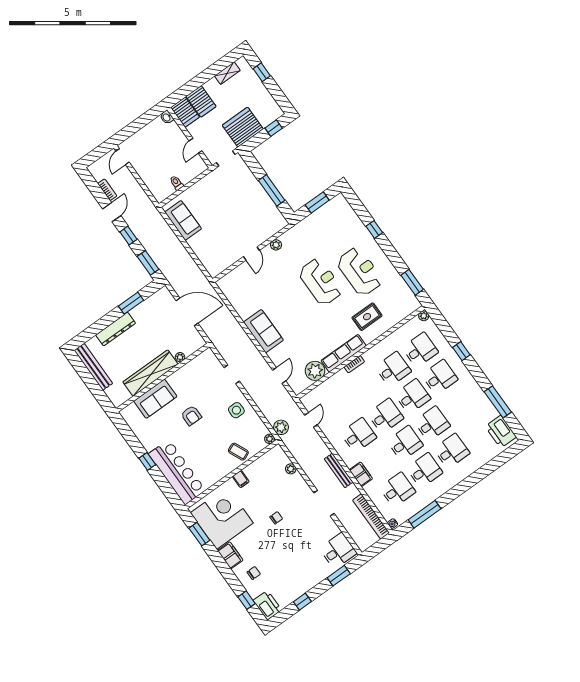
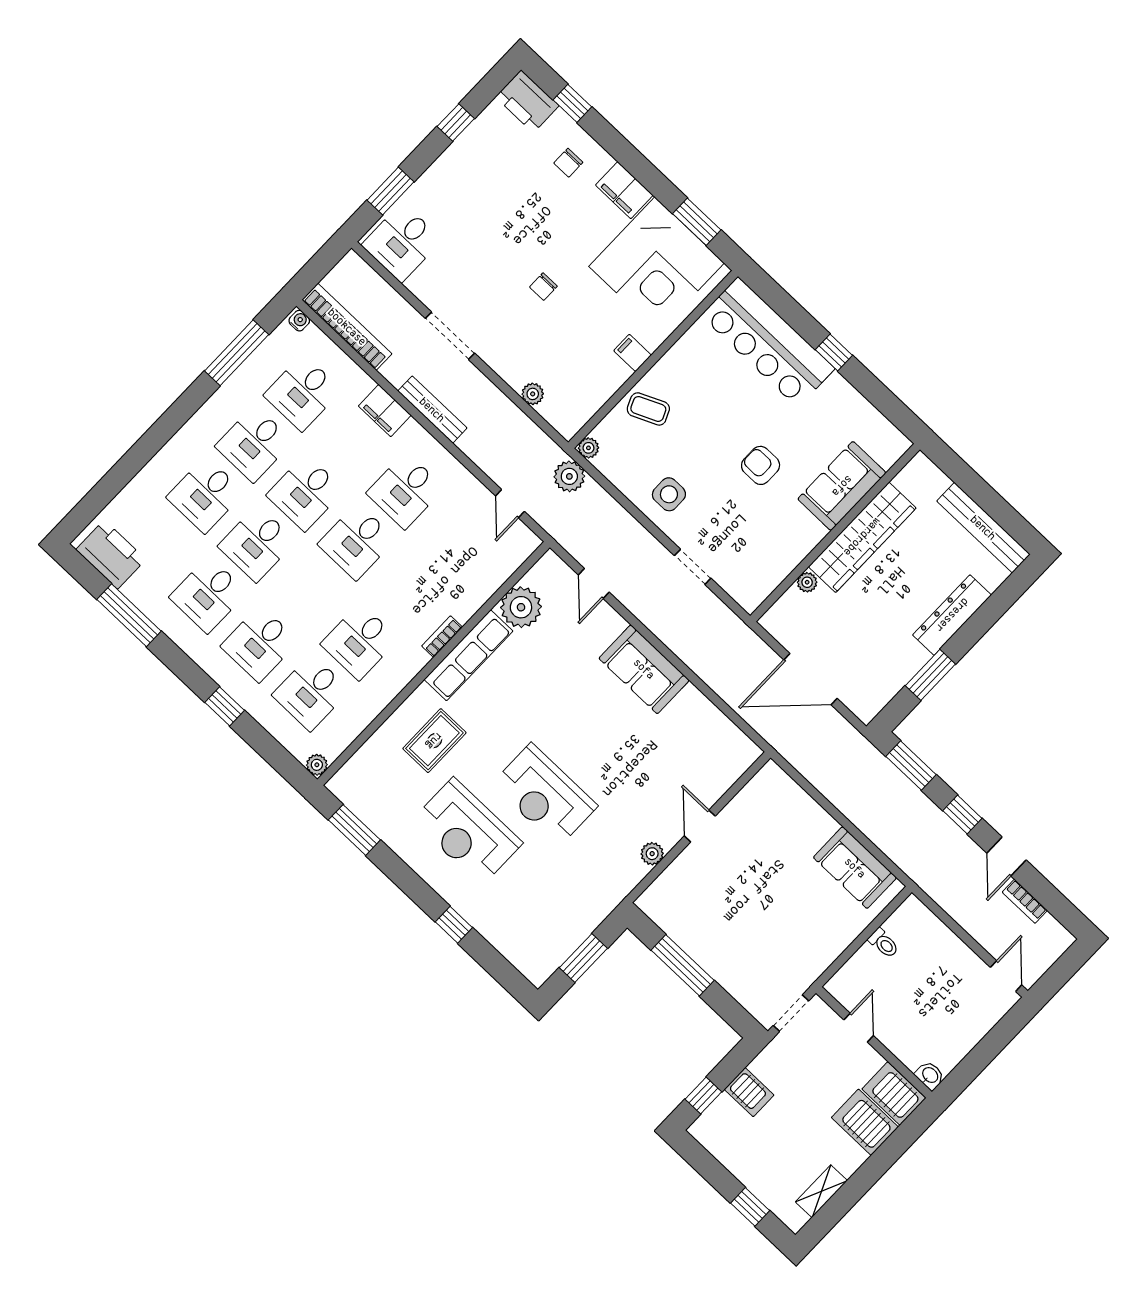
server rack: (243, 127) -> (749, 1092), width x0.46, depth x0.70
desk: (413, 396) -> (208, 595), moved

